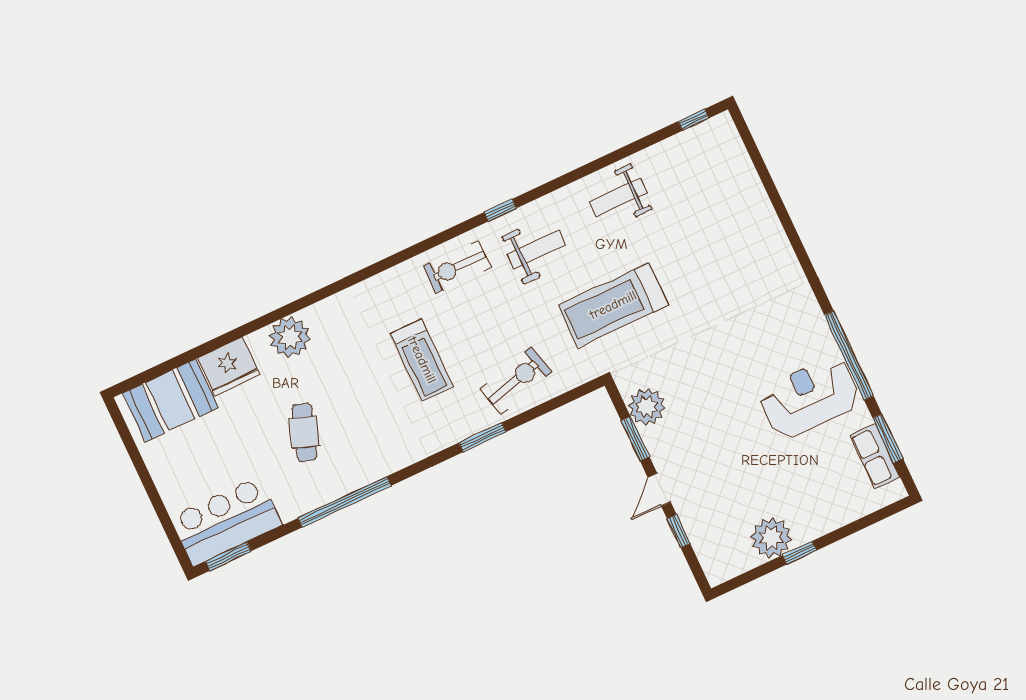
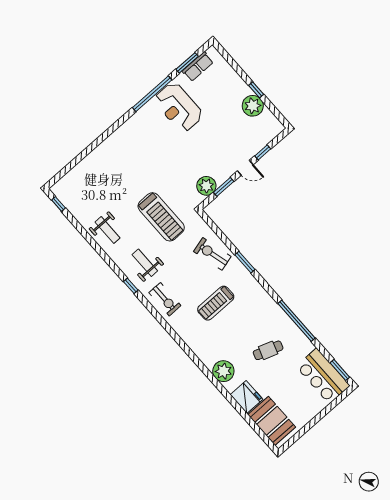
treadmill: (422, 360) -> (216, 303), turned 180

